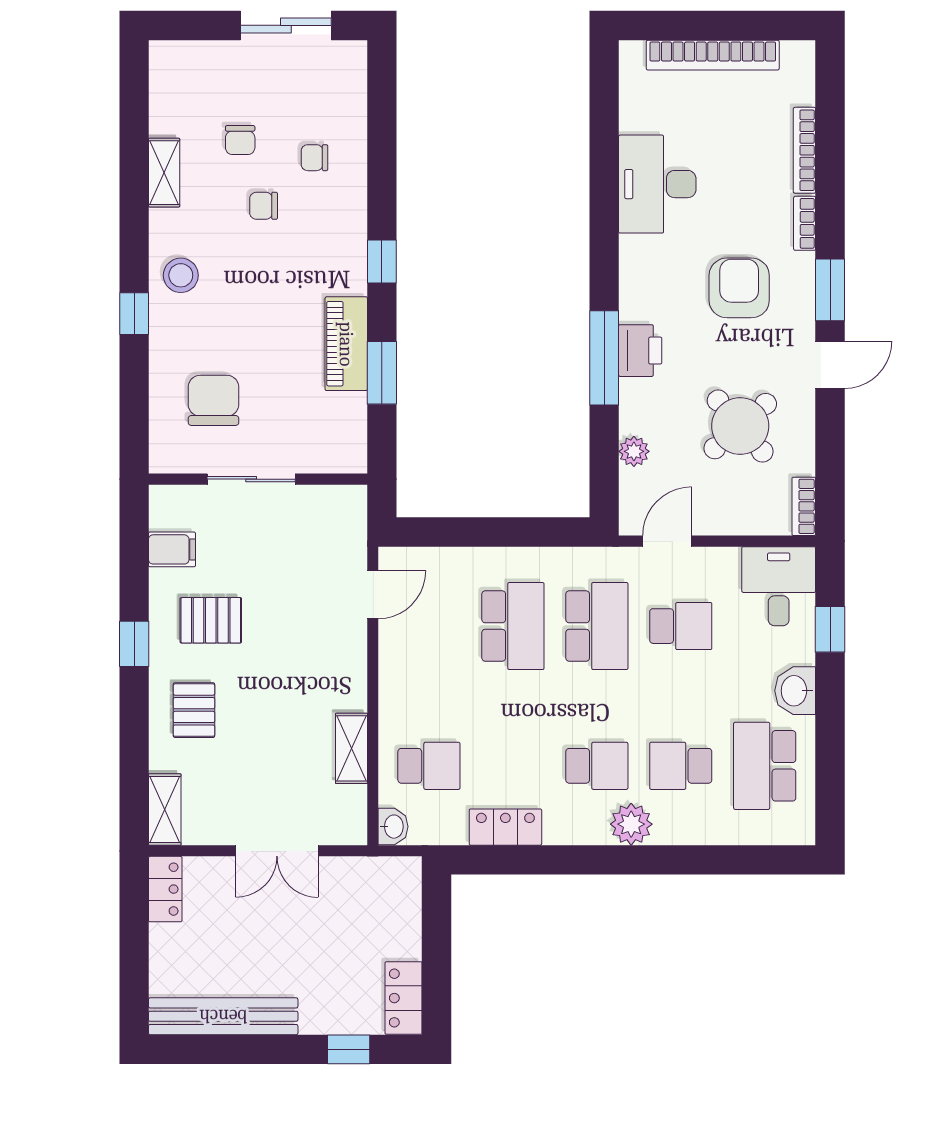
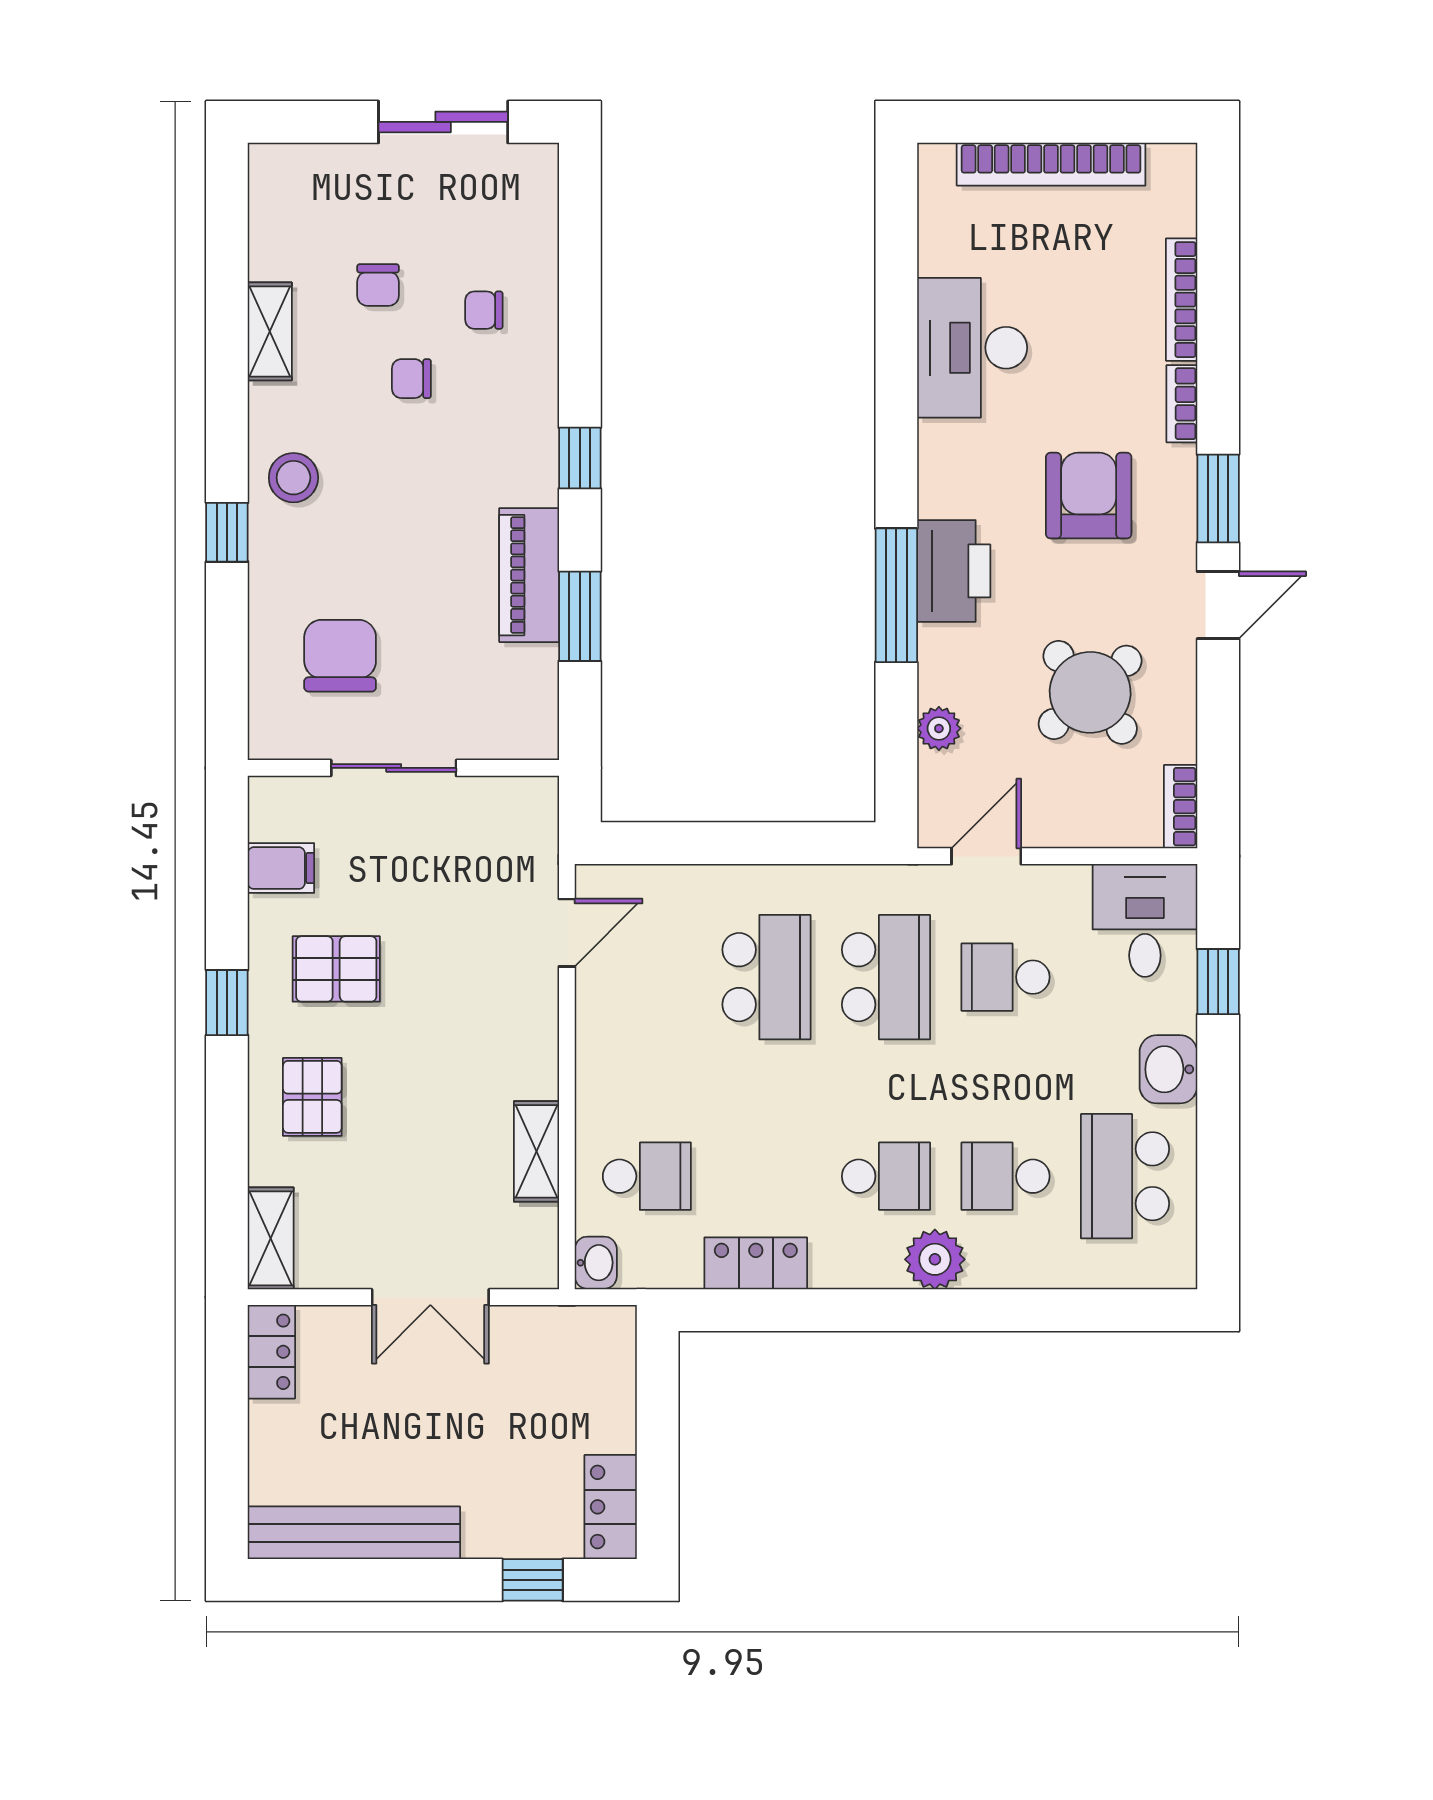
printer: (640, 351) -> (954, 571), width x1.37, depth x1.19
school desk: (681, 626) -> (1006, 977), turned 180

